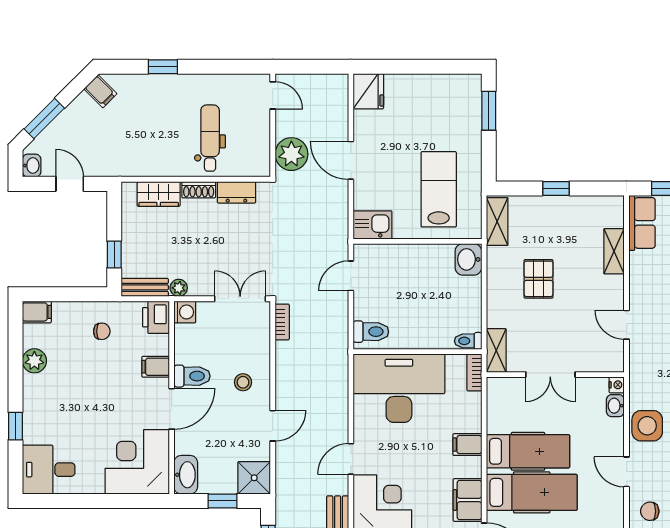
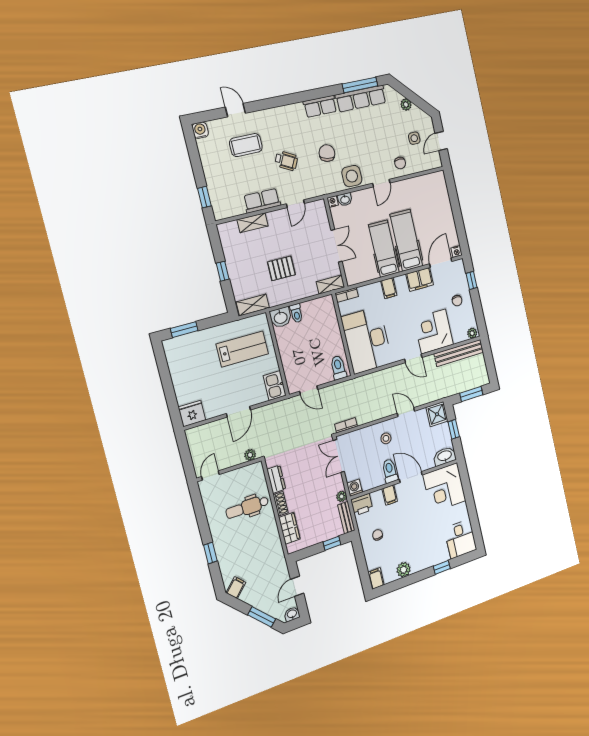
plant: (291, 154) -> (250, 455), width x0.53, depth x0.53
lab bench: (439, 189) -> (242, 349), turned 180
row of seats: (642, 223) -> (262, 201), moved
toilet: (468, 341) -> (296, 313), moved

